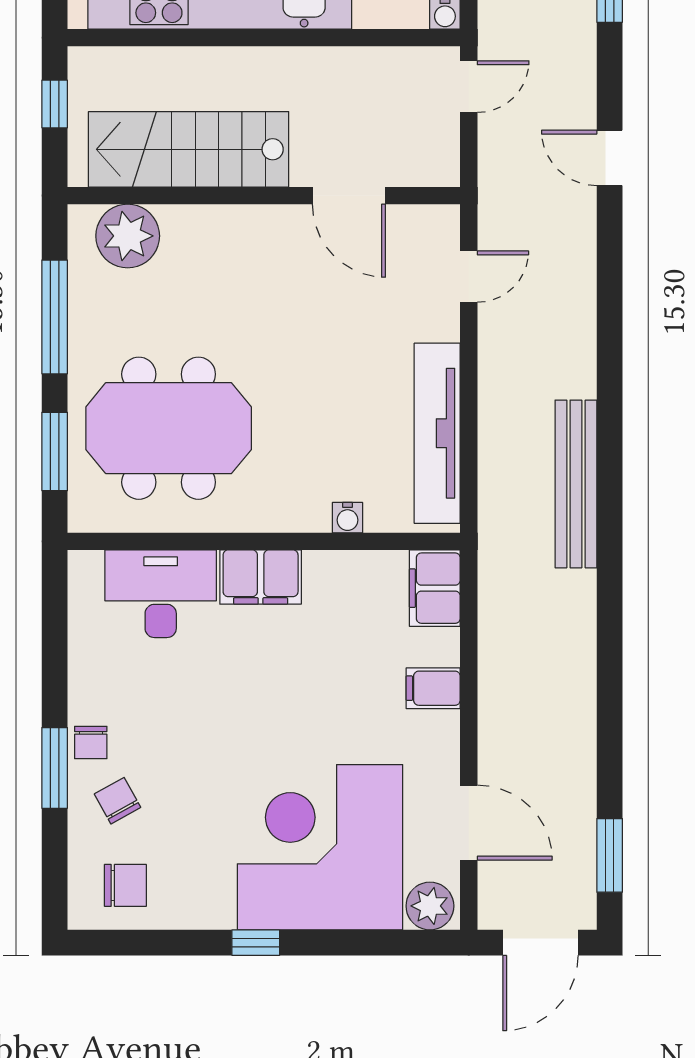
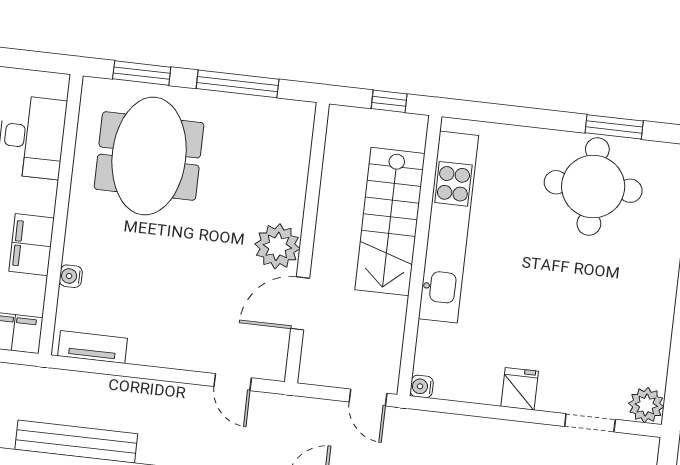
stairs: (189, 149) -> (390, 222), moved, turned 180
plant: (128, 236) -> (277, 246), moved
tv unit: (437, 433) -> (93, 347), width x0.52, depth x0.78
filing cabinet: (261, 577) -> (32, 245), moved

